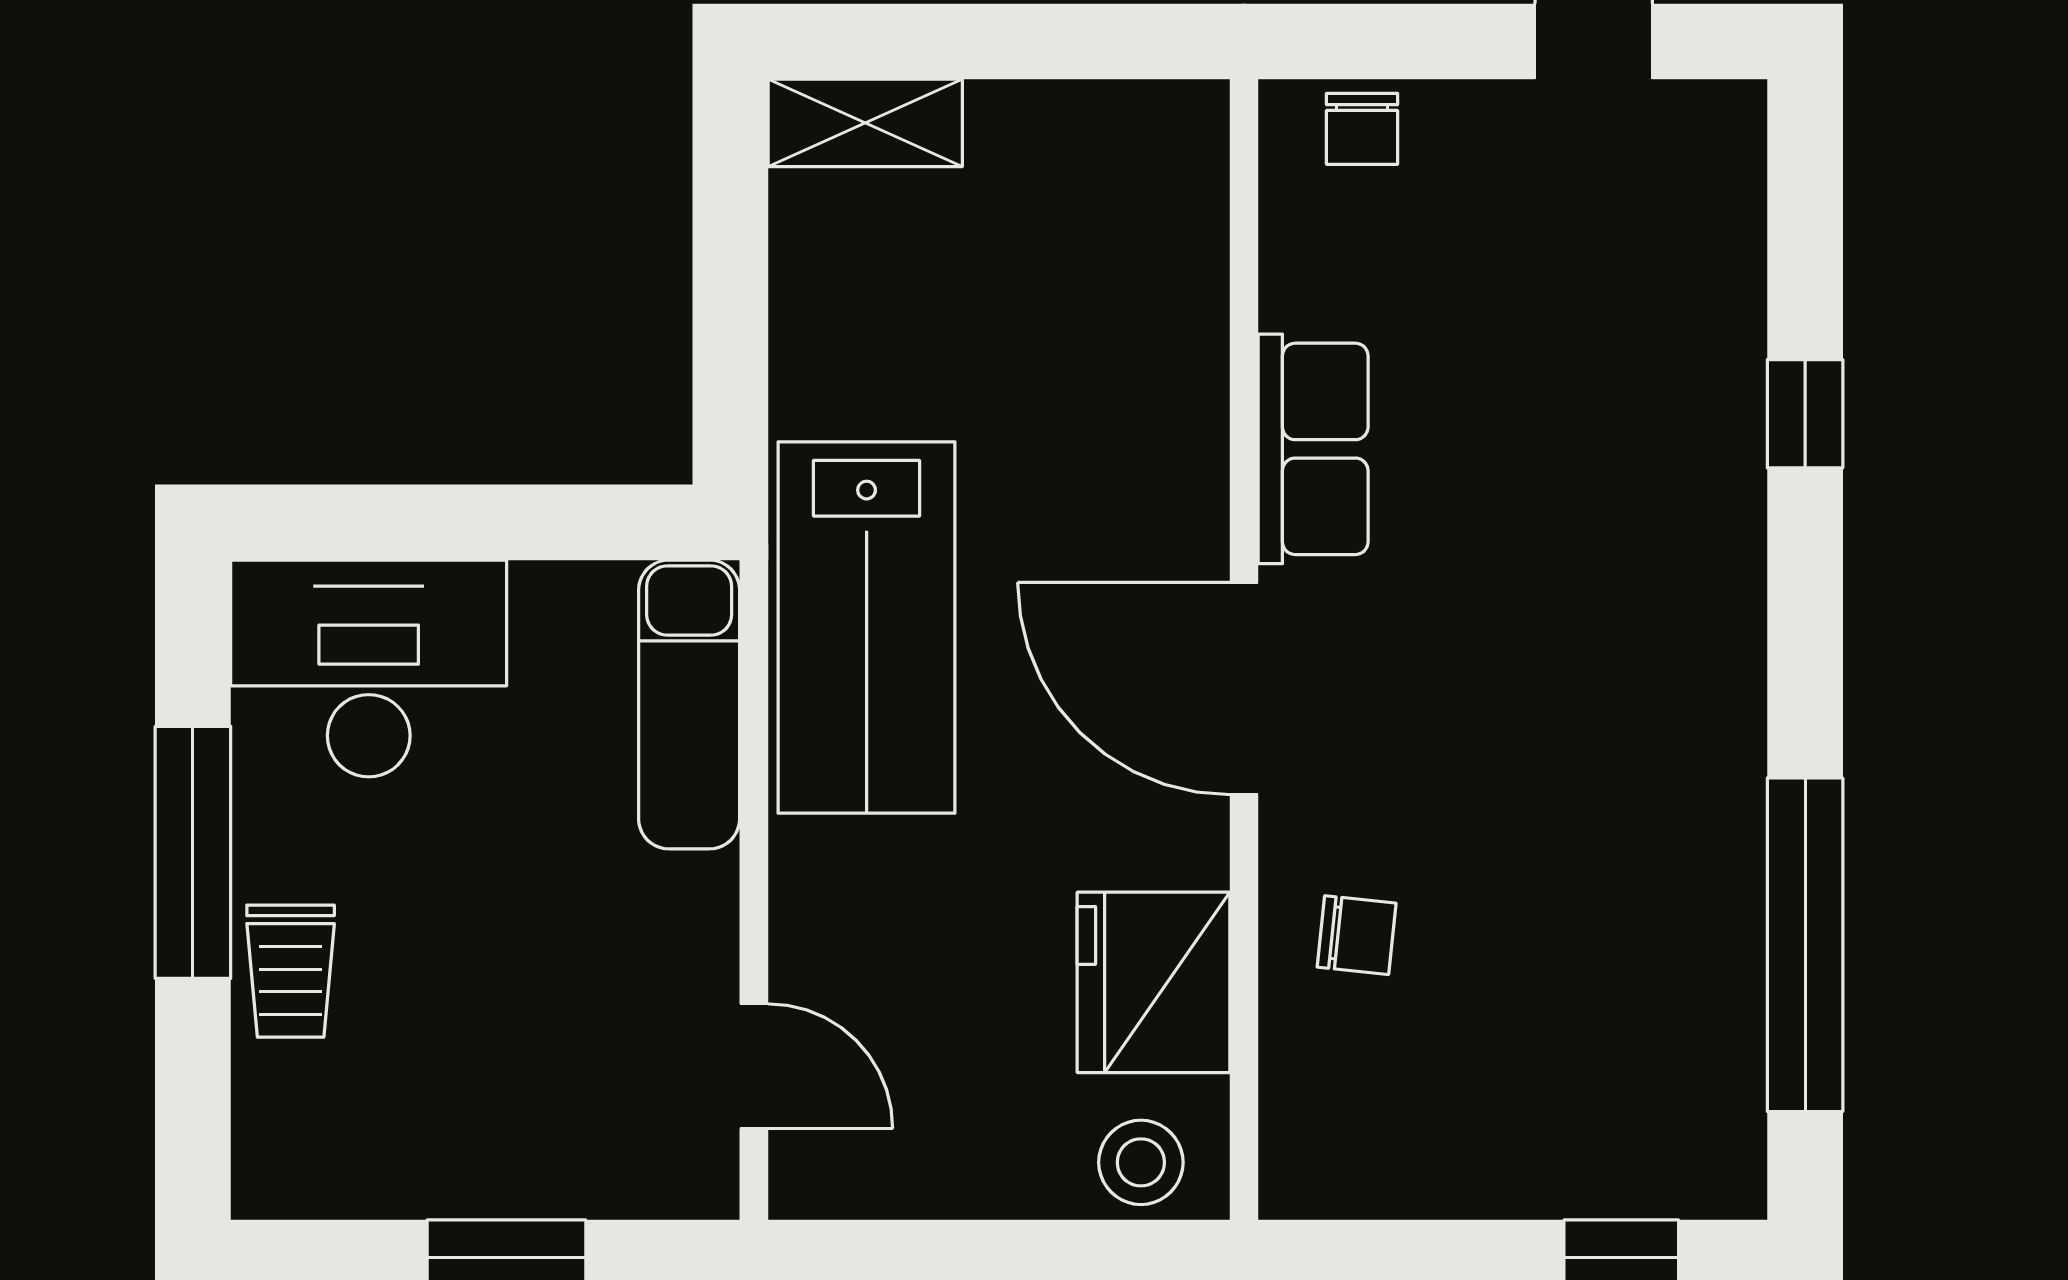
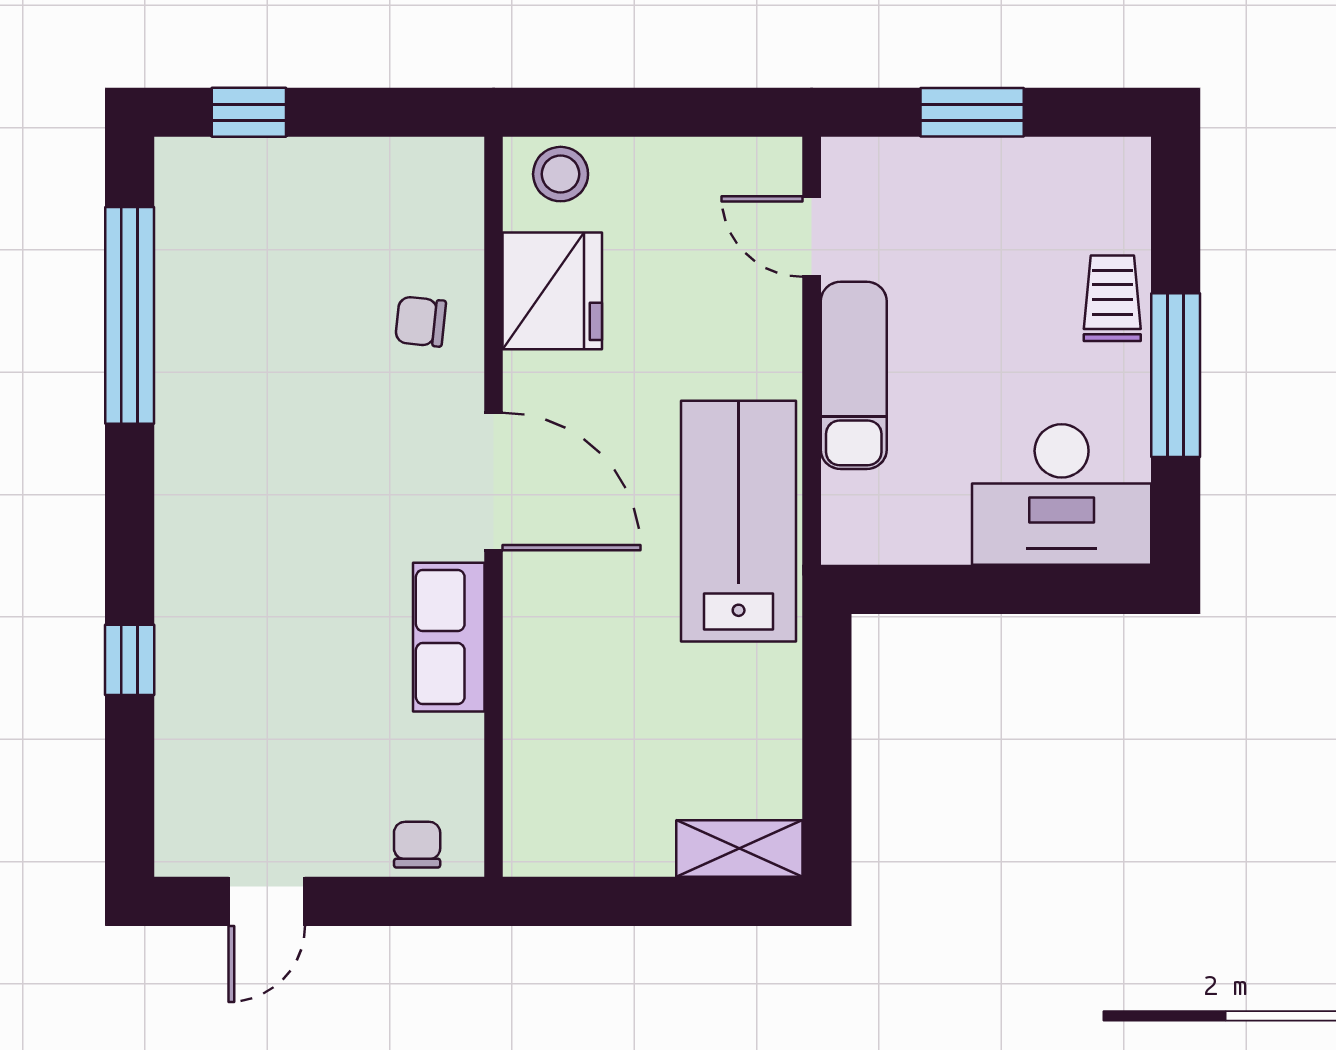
exam couch: (689, 704) -> (854, 375), moved

